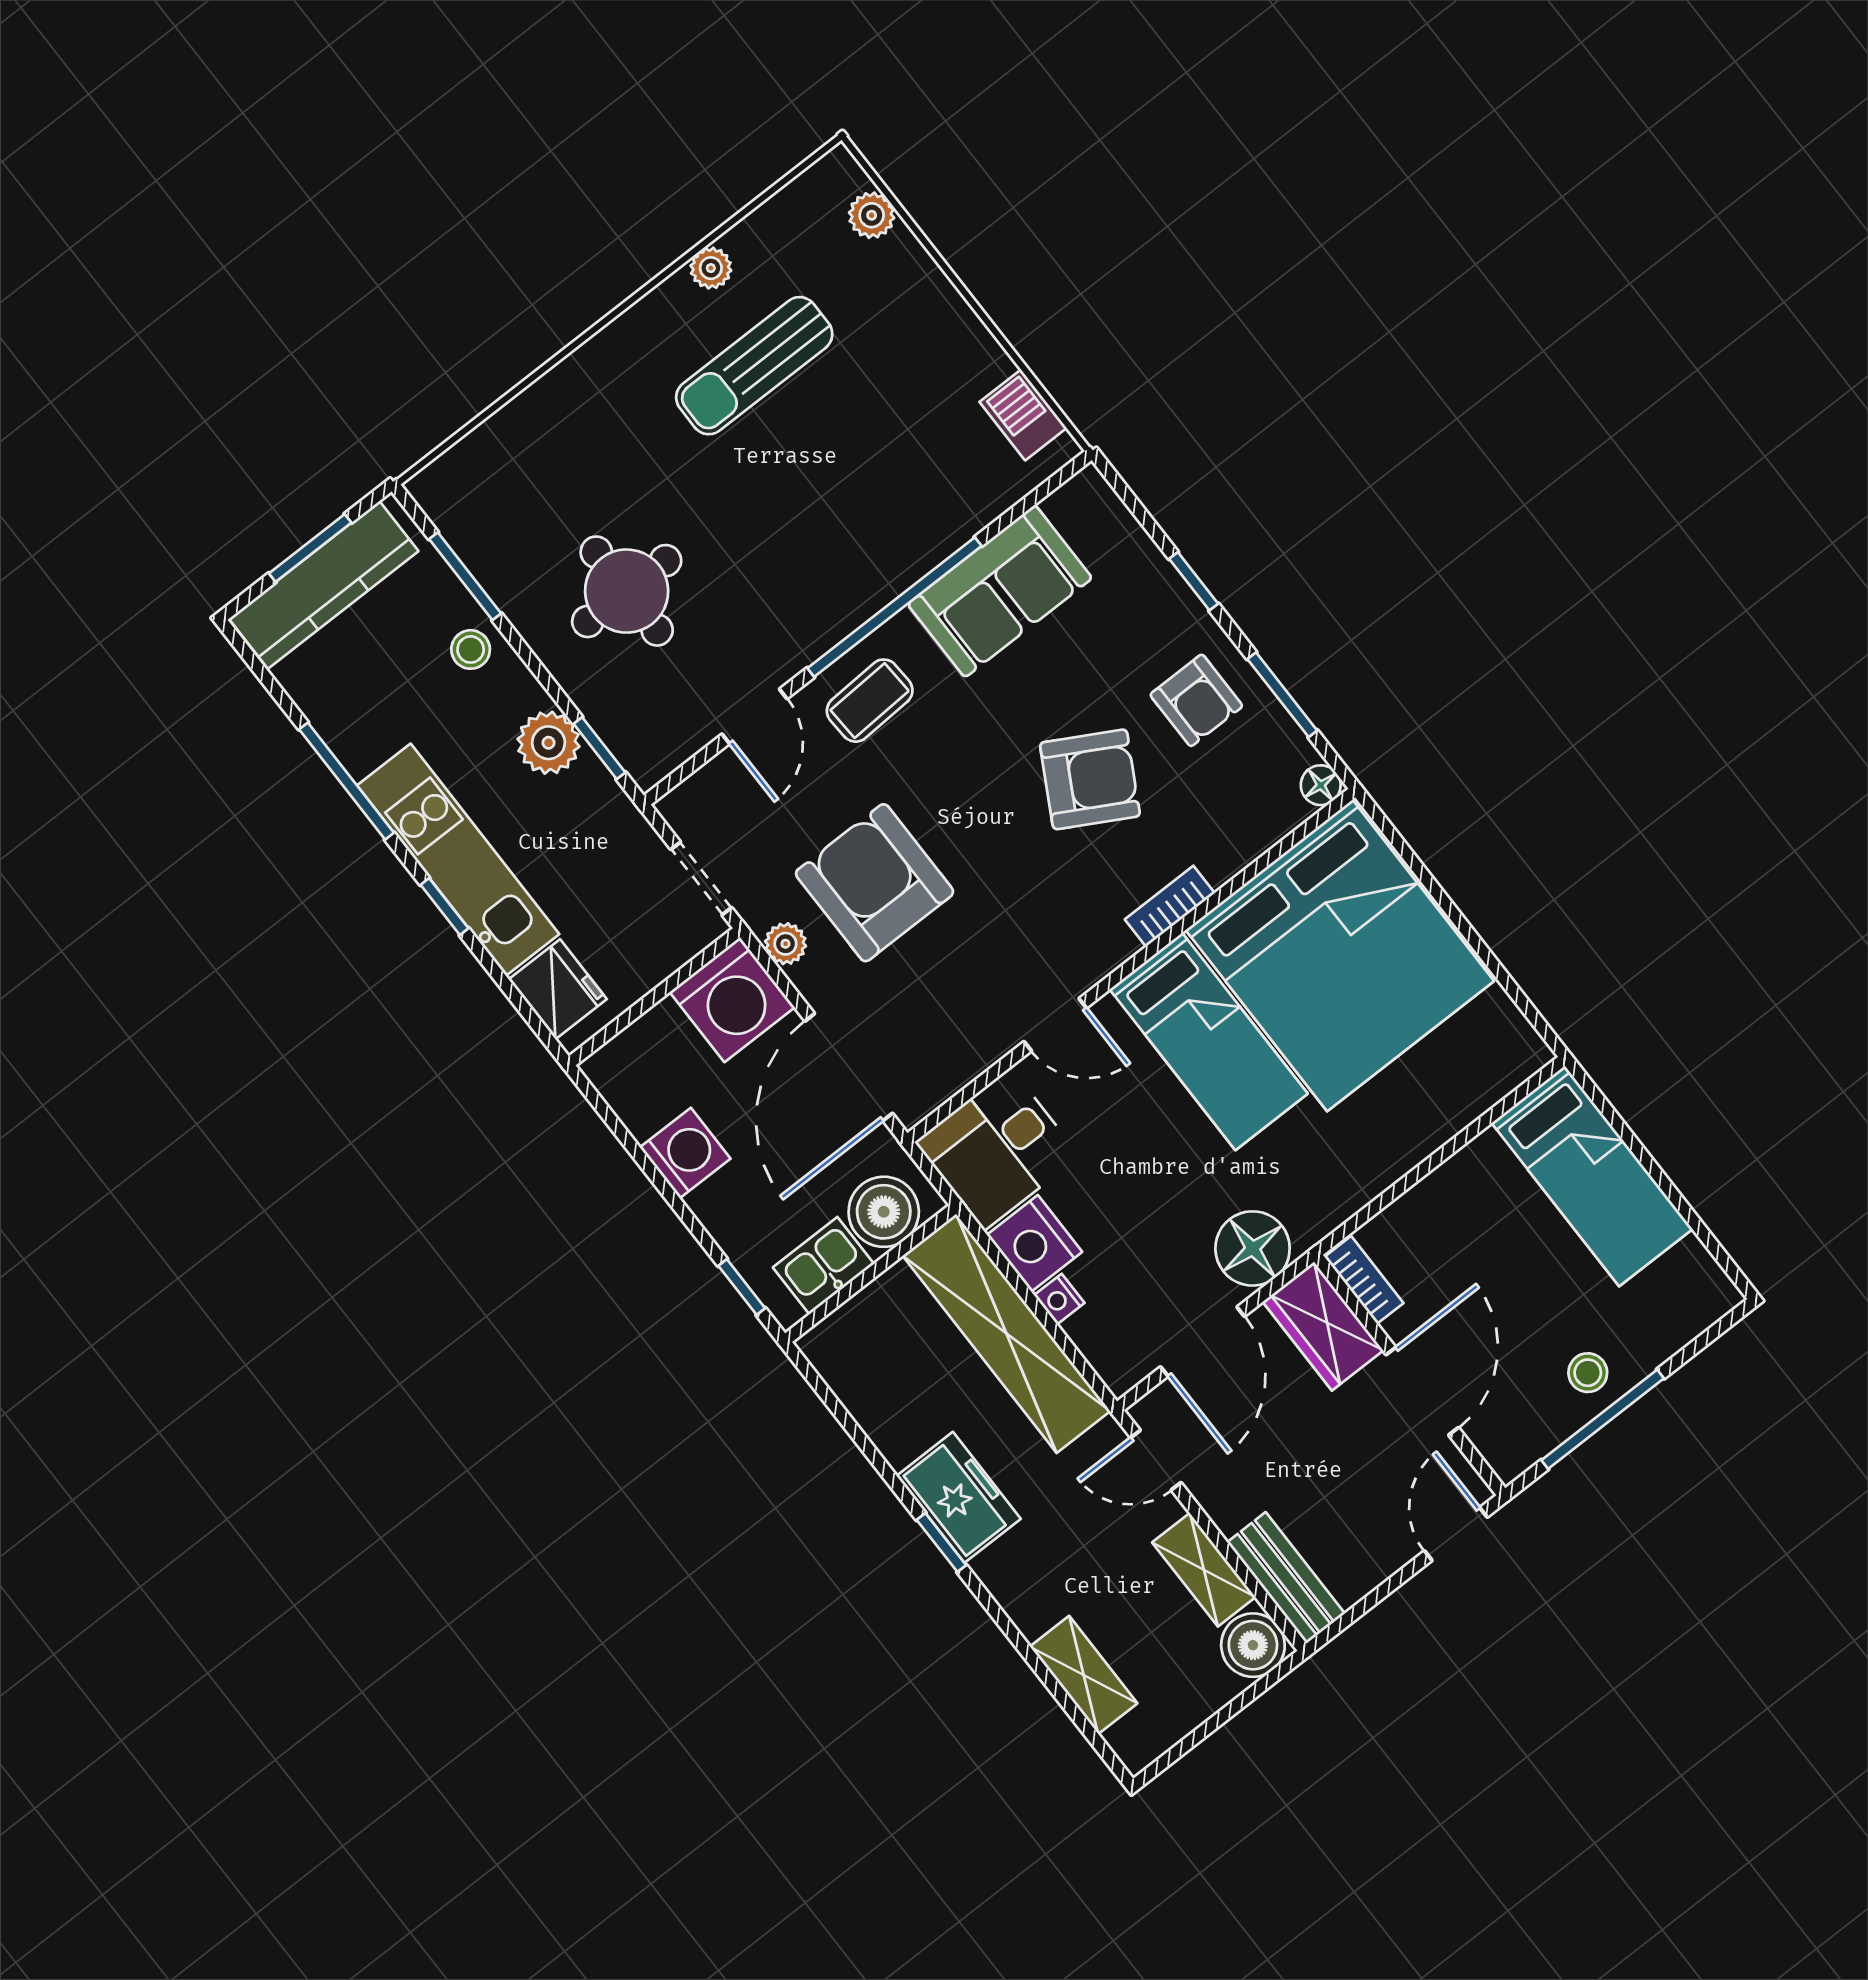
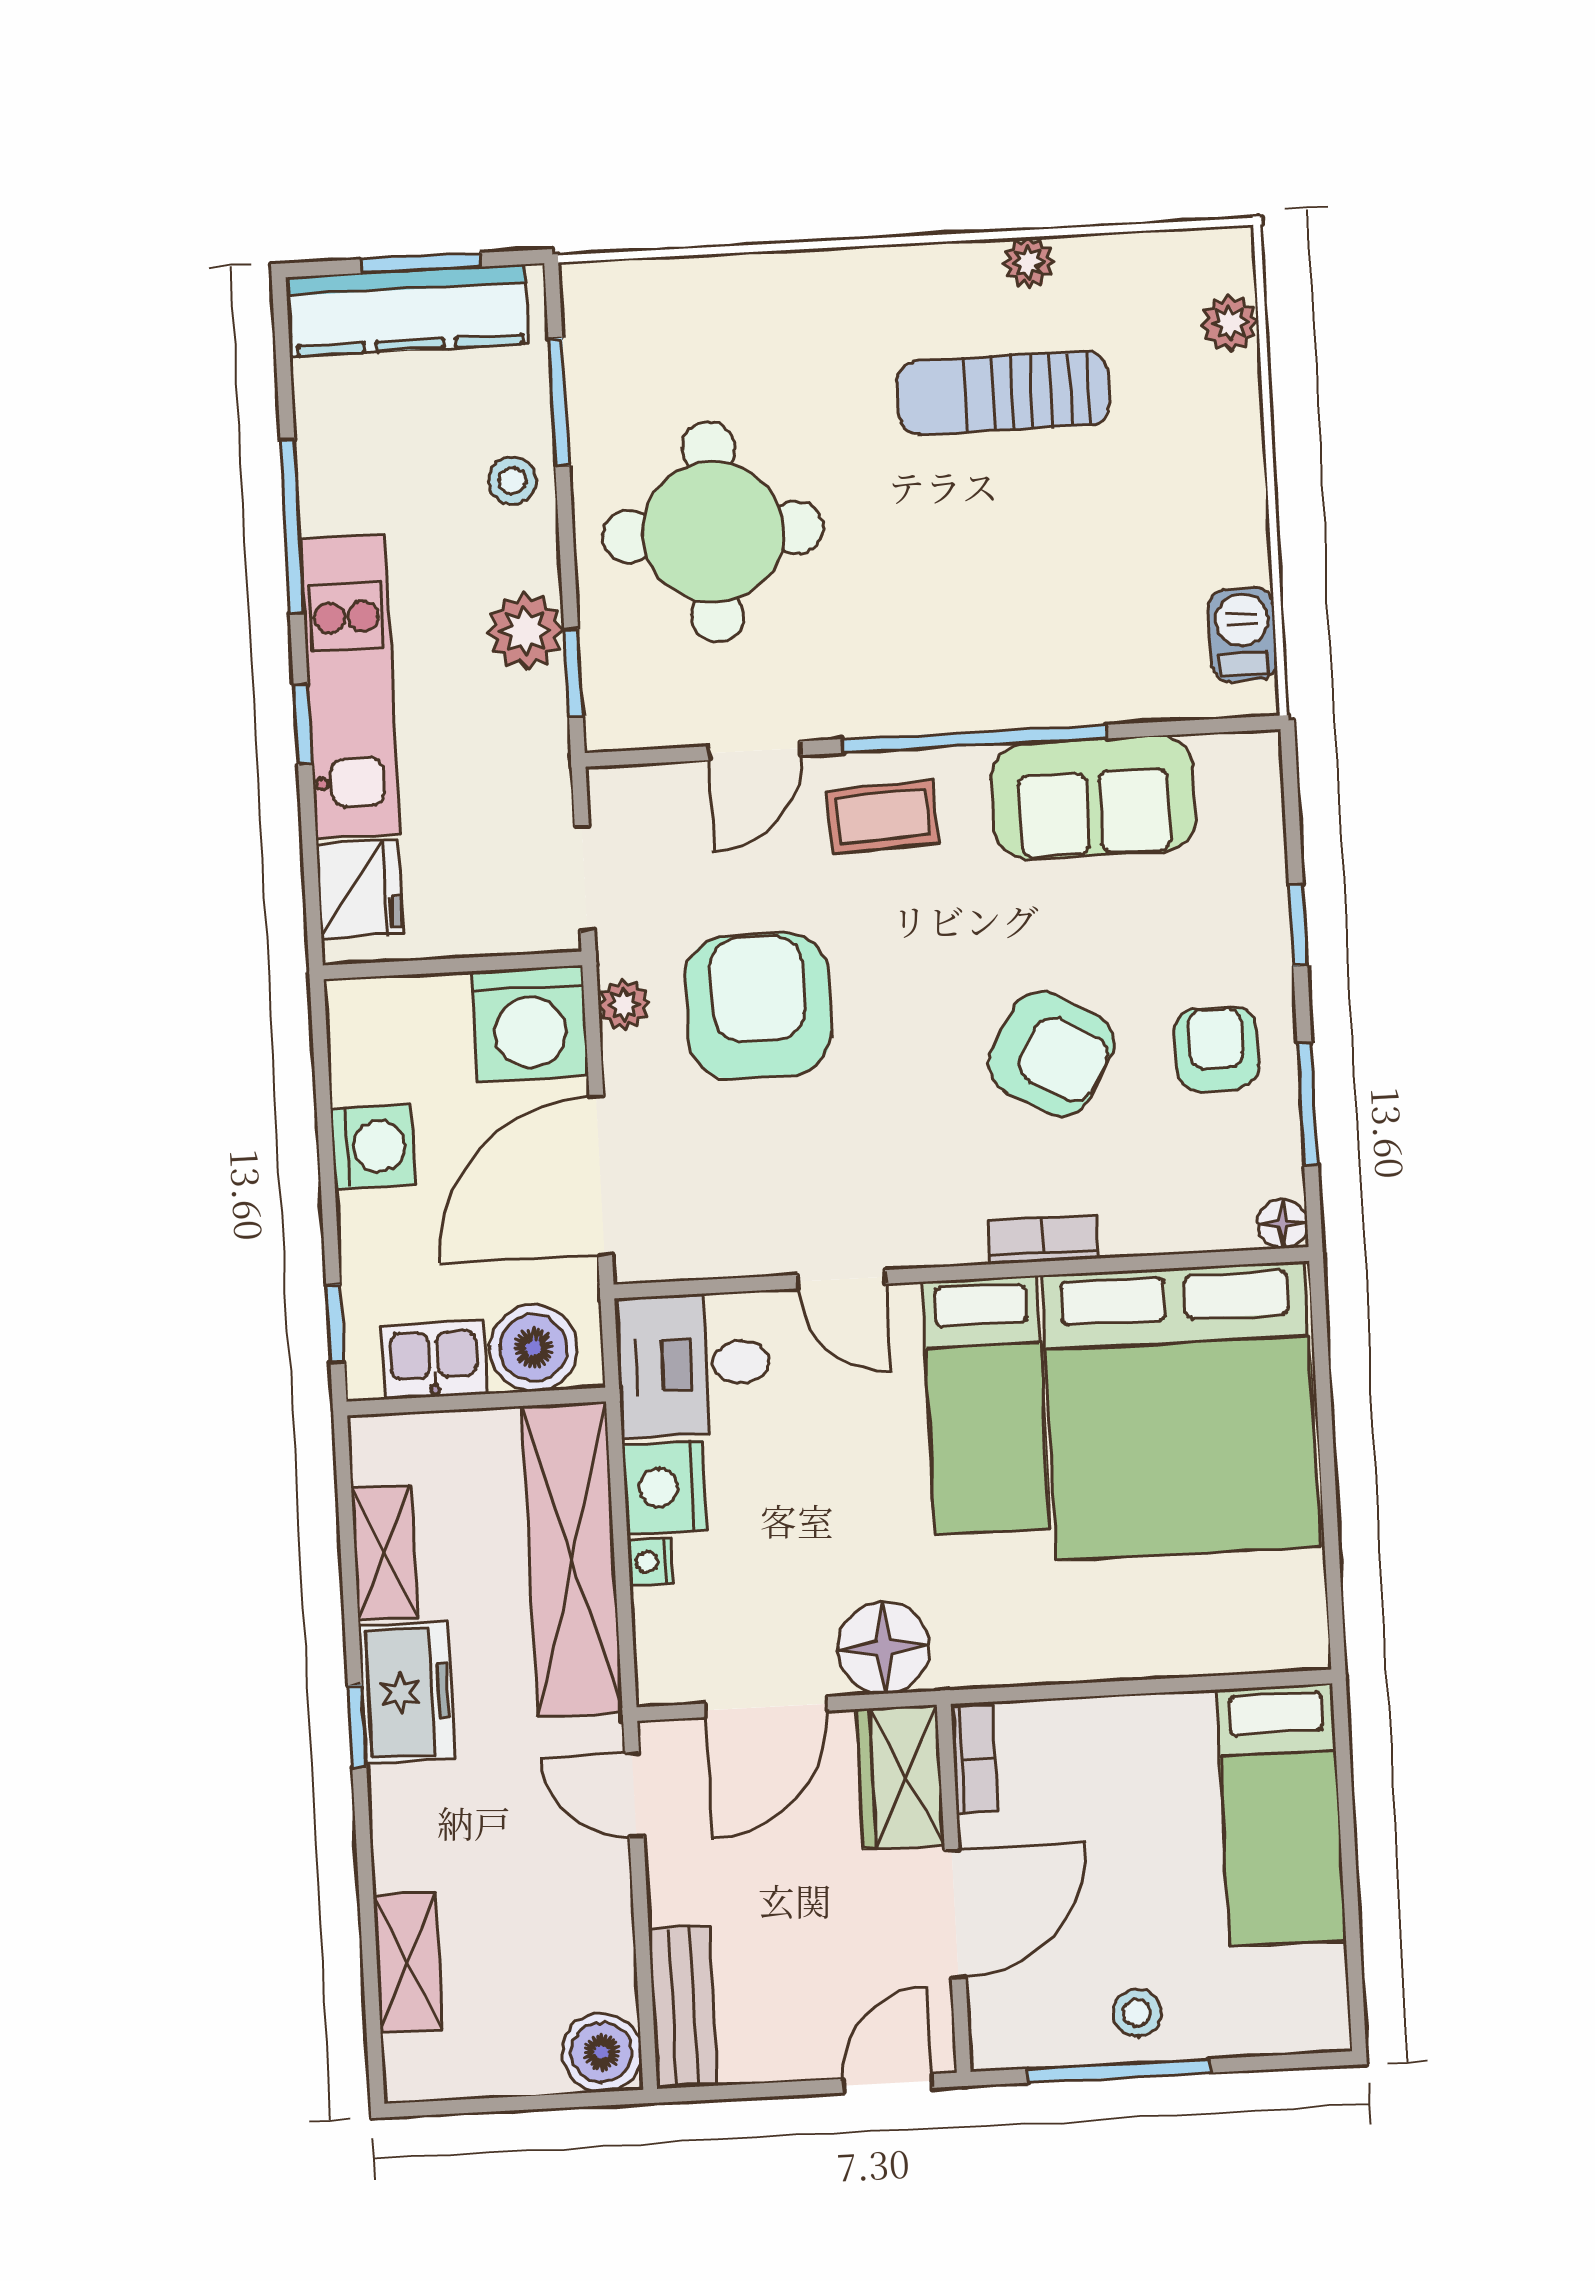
round table: (627, 591) -> (713, 532), width x1.36, depth x1.36
armchair: (1196, 700) -> (1216, 1049), turned 180
shelving: (1204, 1570) -> (384, 1553), moved

